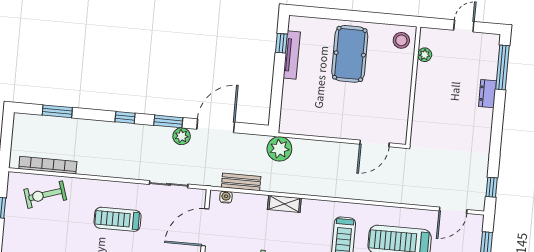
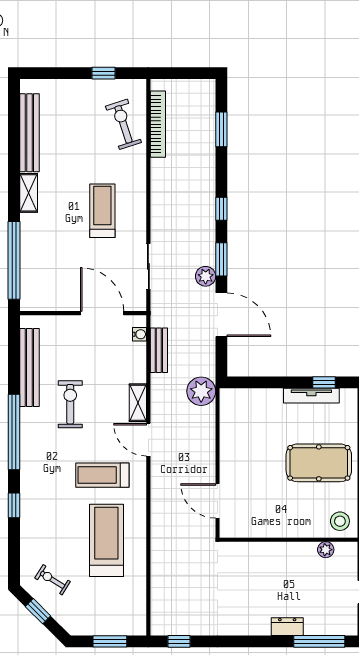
door: (453, 210) -> (148, 440), moved

